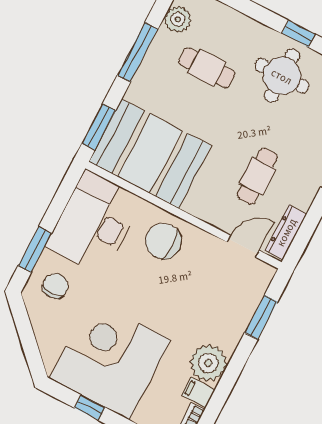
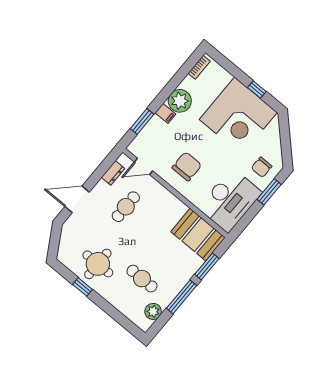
window: (99, 127) -> (207, 266), moved
booth: (150, 154) -> (198, 235), width x0.73, depth x0.70
dresser: (286, 232) -> (113, 173), width x0.70
chair: (163, 241) -> (187, 166), moved, turned -90
filing cabinet: (198, 392) -> (165, 113), moved

